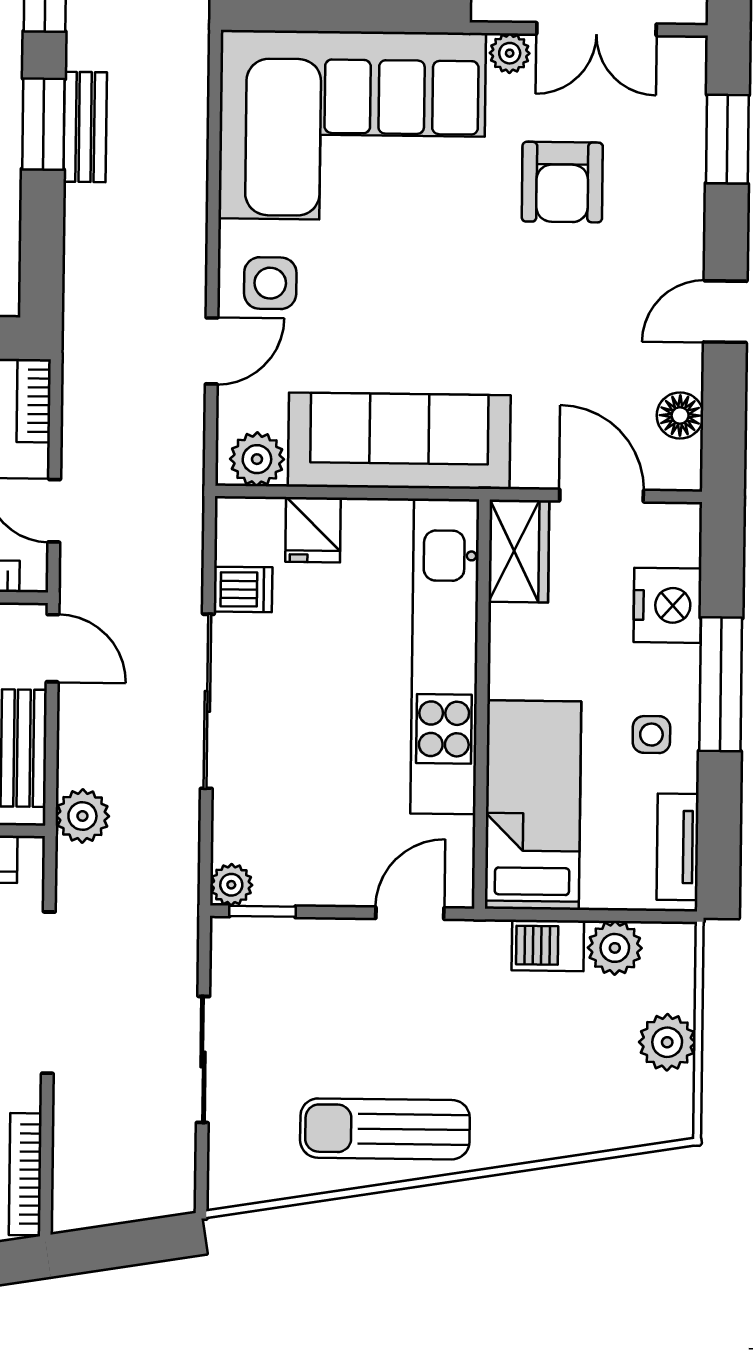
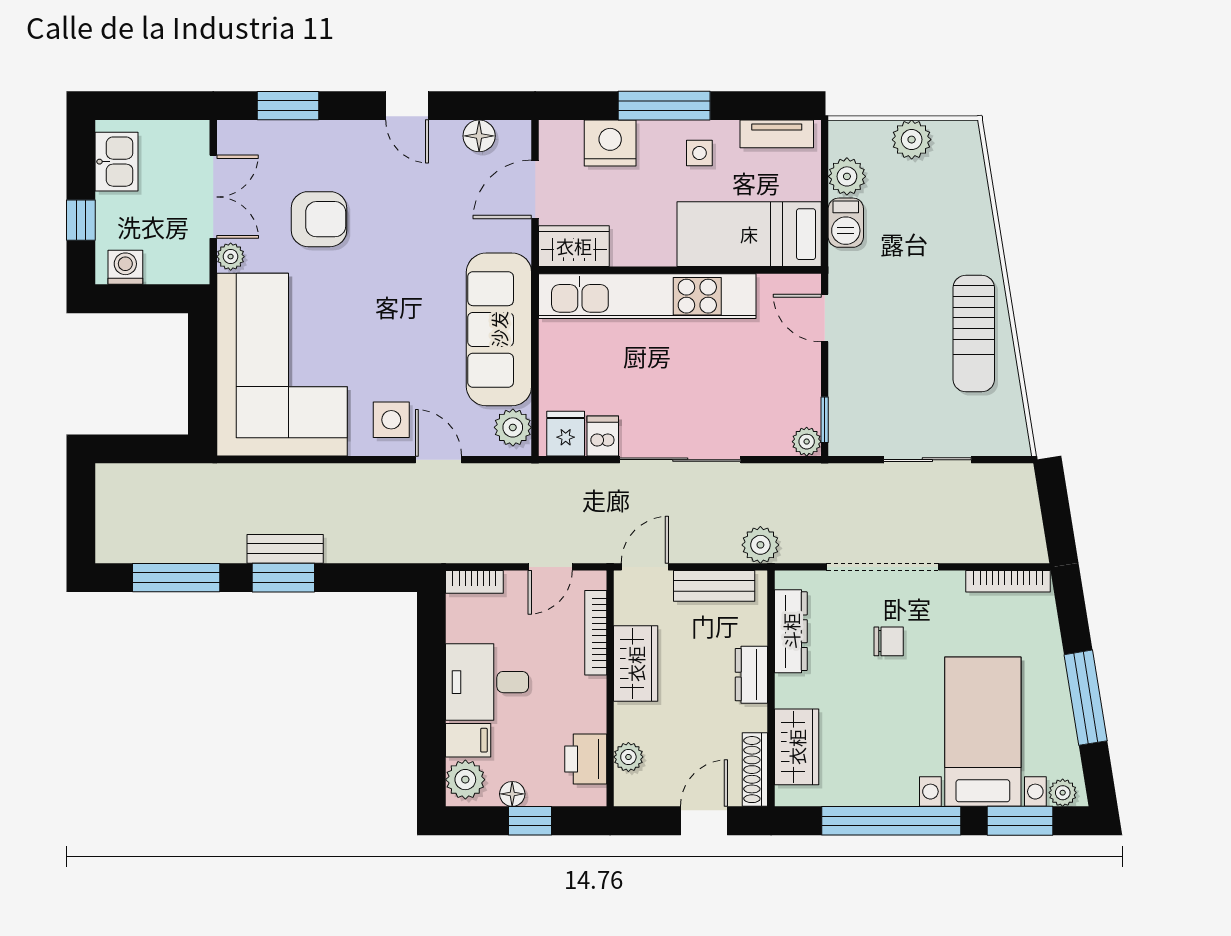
fridge: (313, 530) -> (566, 434), moved, turned -90

